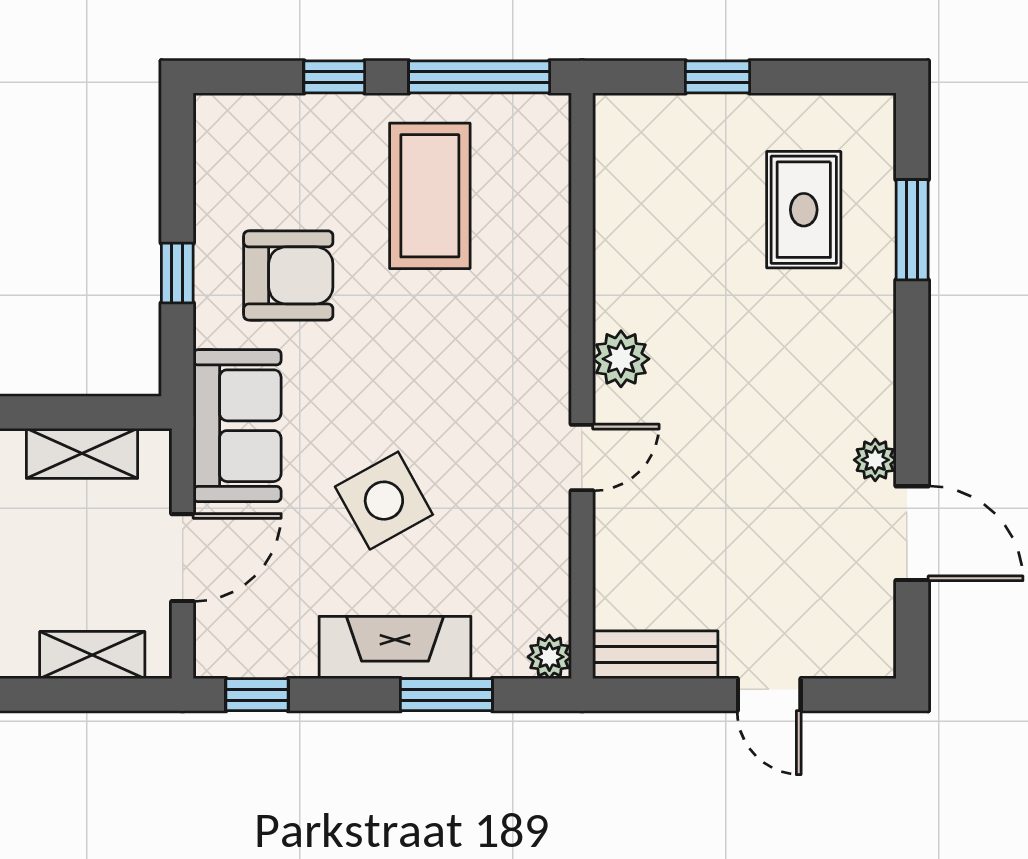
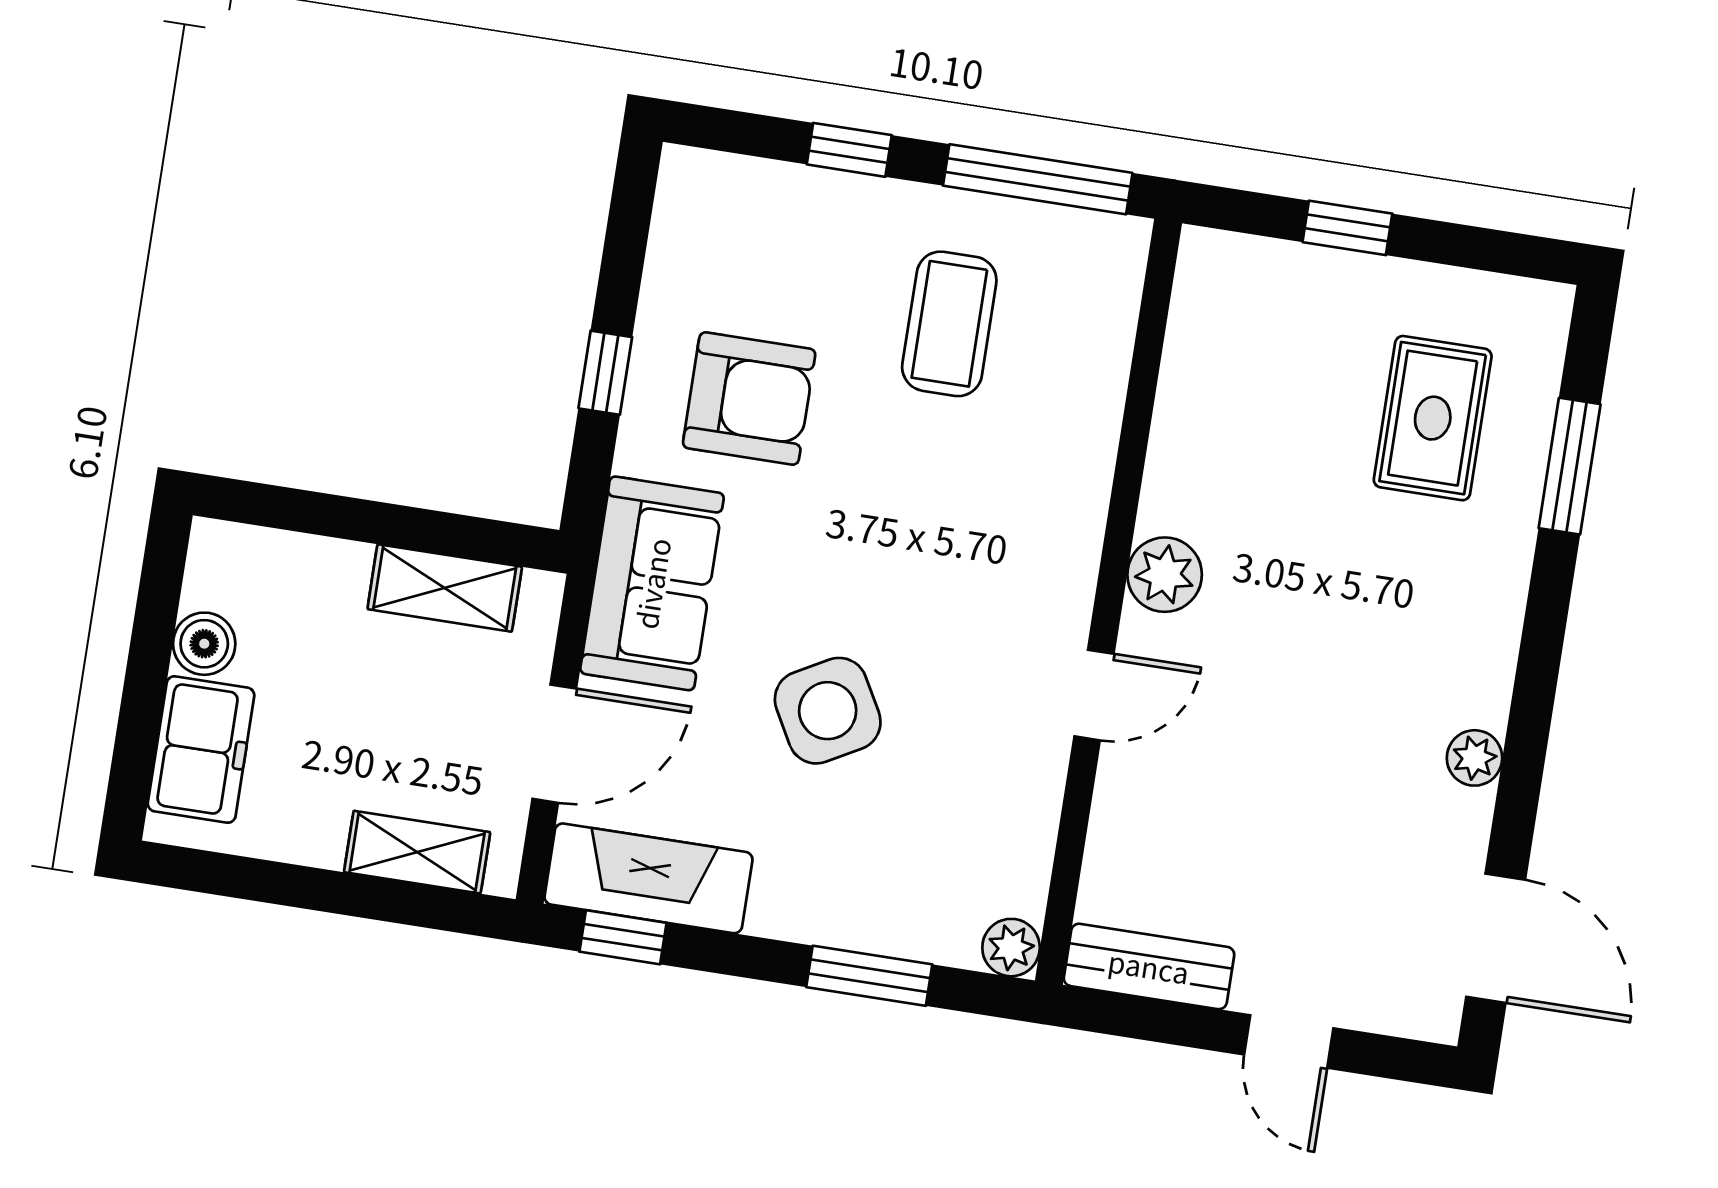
coffee table: (430, 196) -> (949, 324), width x0.73, depth x0.76
door: (912, 533) -> (1496, 938), moved
fireplace: (395, 648) -> (648, 878), moved

